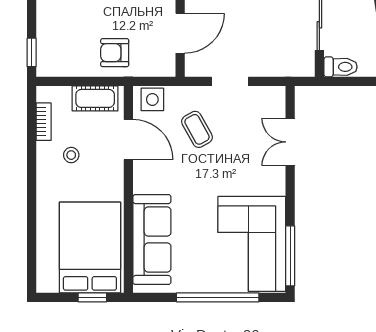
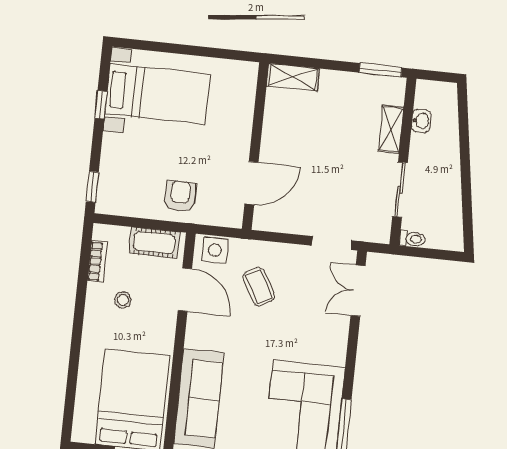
armchair: (115, 53) -> (180, 196), turned 90
toilet: (341, 67) -> (412, 239), width x0.73, depth x0.72
doorway: (230, 81) -> (332, 243), moved
double door: (290, 142) -> (358, 291), moved

